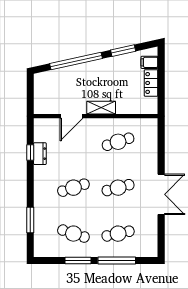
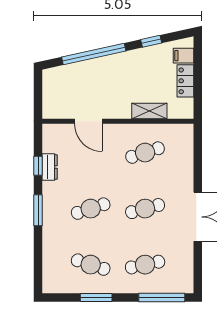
window: (123, 51) -> (151, 41), width x0.67
shelving: (101, 108) -> (149, 111), moved
door: (72, 116) -> (88, 121), hinge flipped
window: (30, 220) -> (38, 210), moved
window: (117, 261) -> (162, 298), moved

